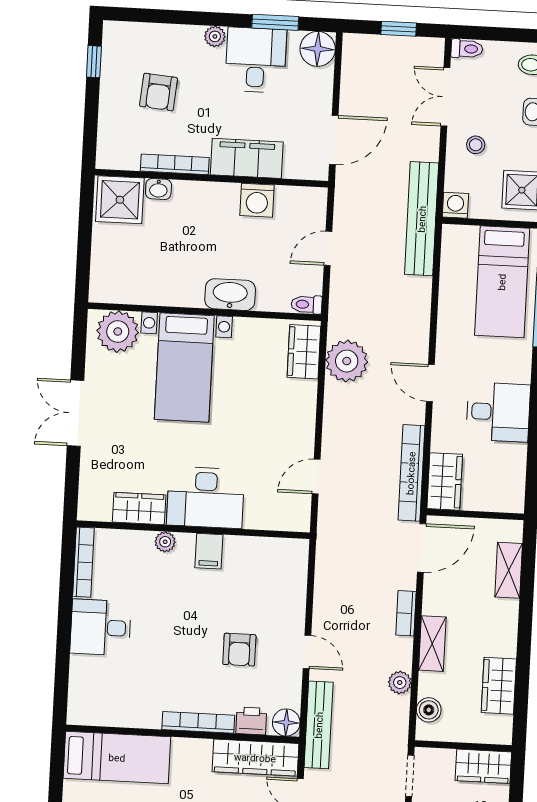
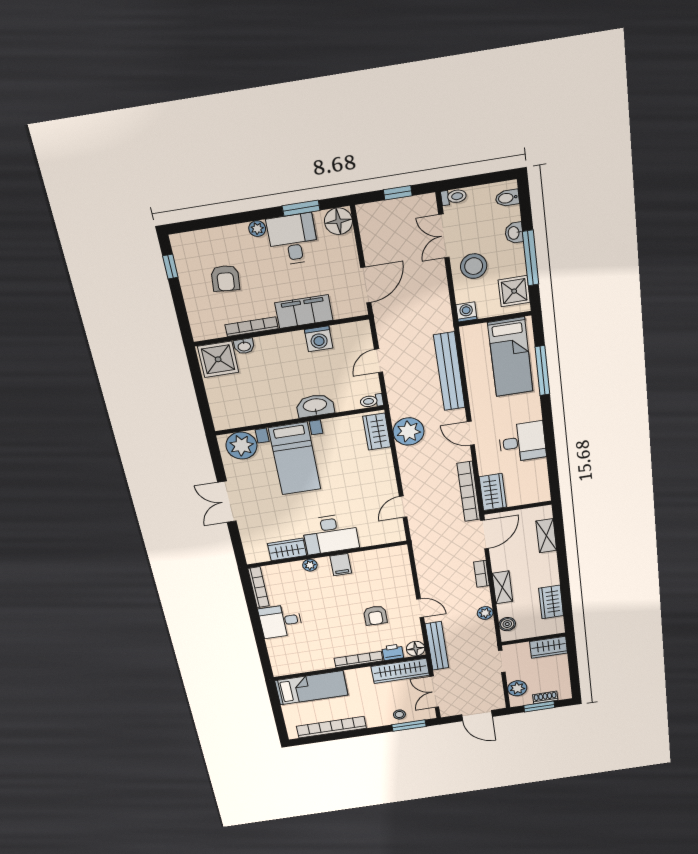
stool: (476, 145) -> (474, 266), width x1.89, depth x1.89
bench: (422, 219) -> (449, 372), moved

